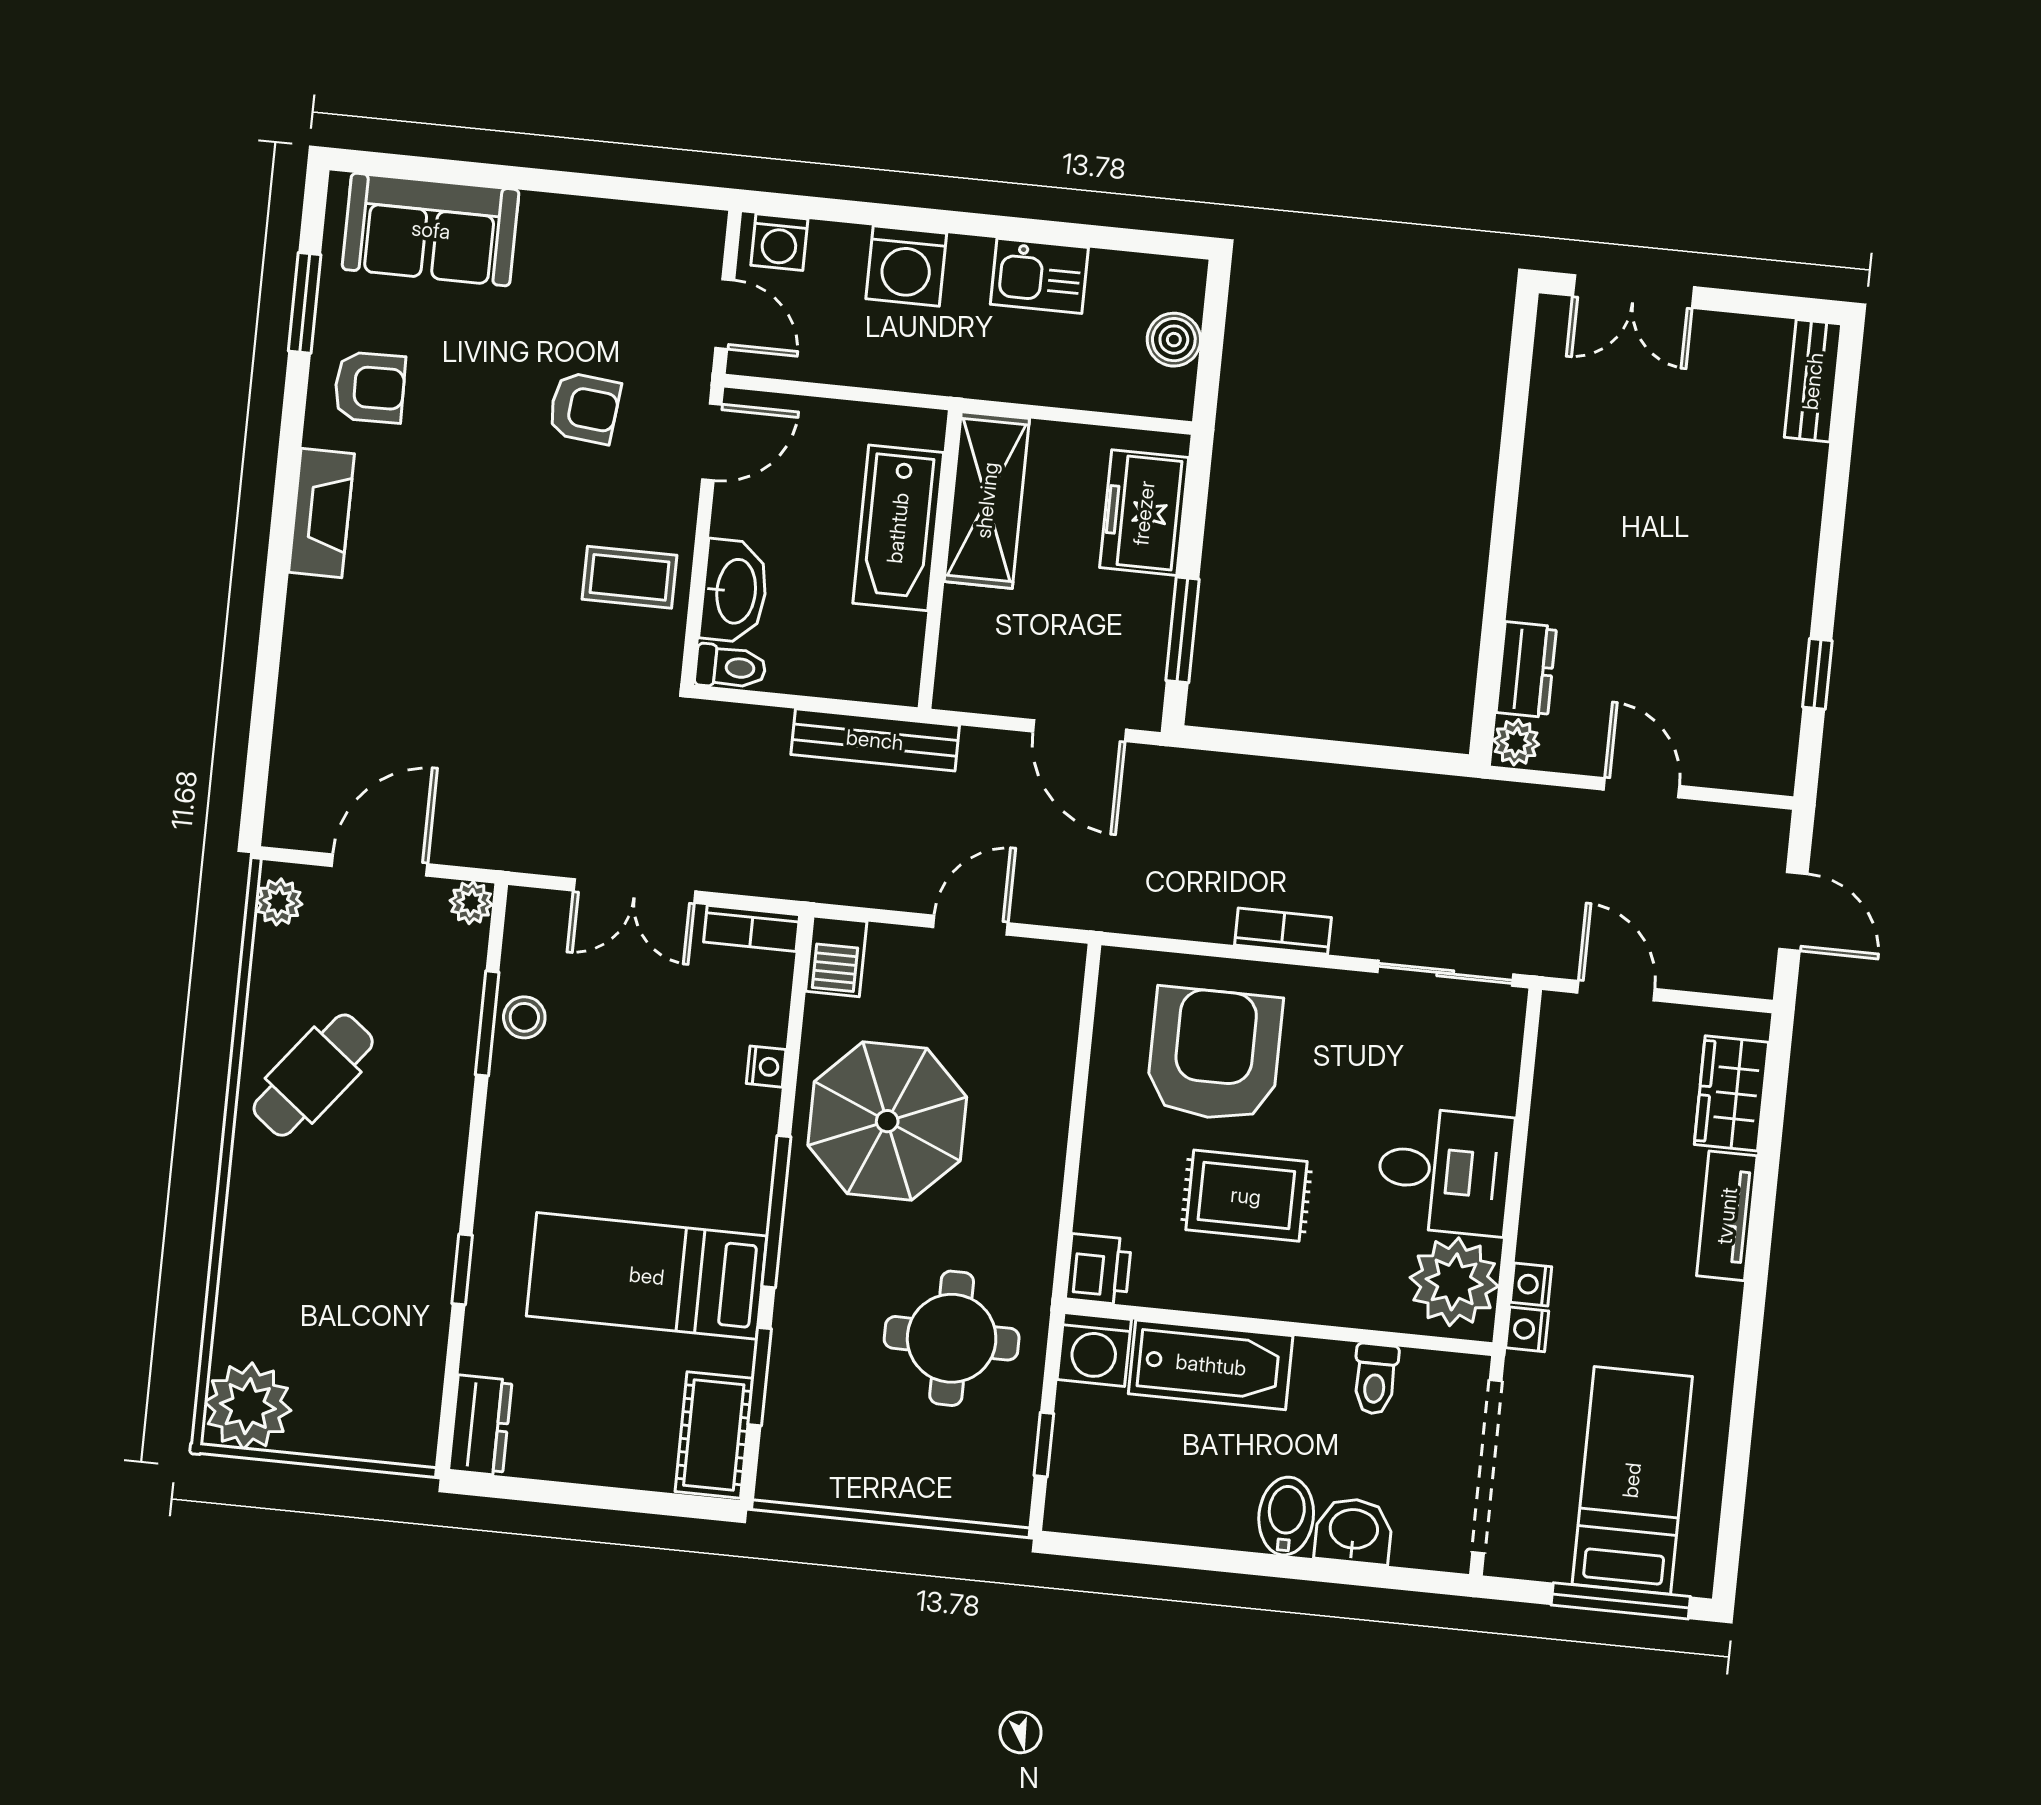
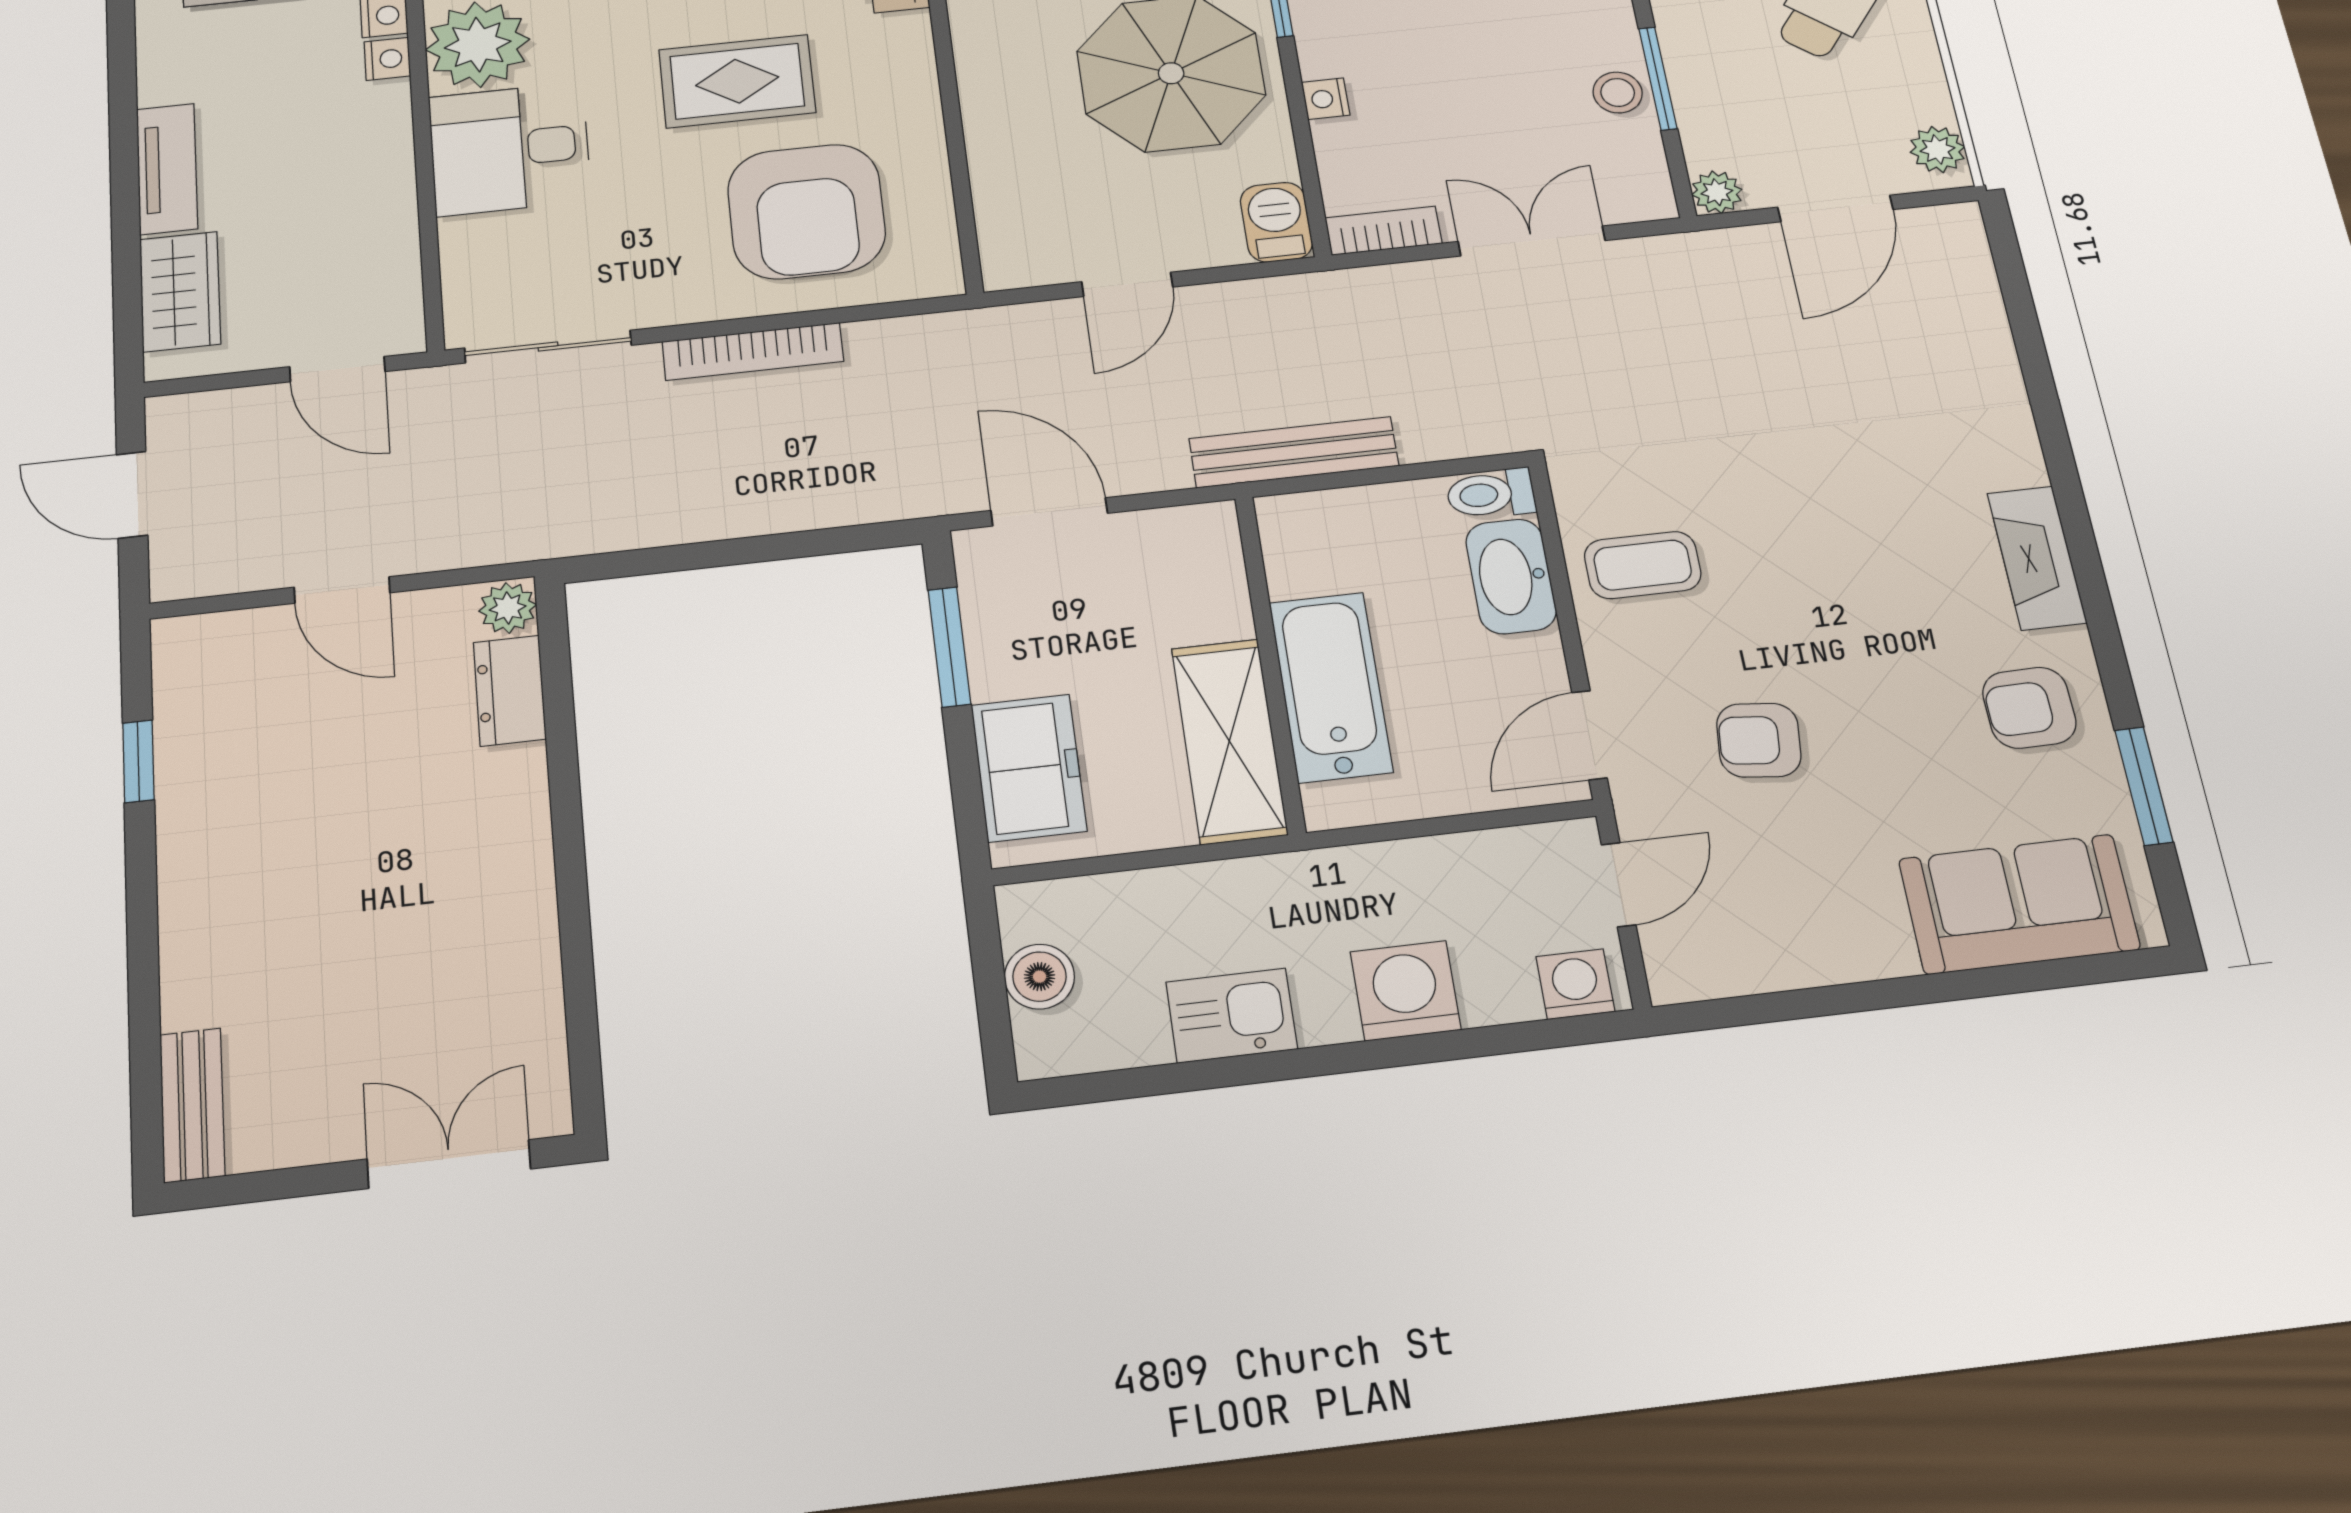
door: (725, 314) -> (1619, 885), swing flipped
bookcase: (1283, 931) -> (753, 351), width x1.56

